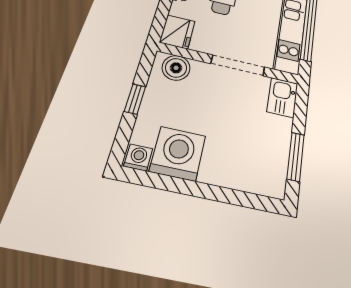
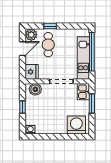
washing machine: (178, 153) -> (76, 125), moved
window: (296, 157) -> (92, 104), moved

